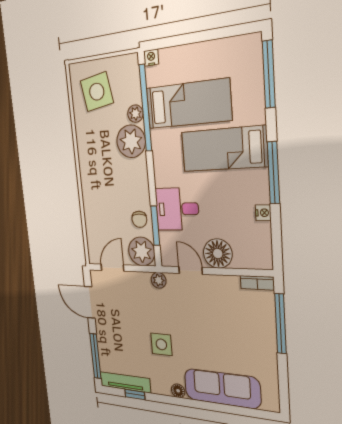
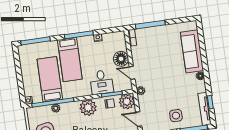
plant: (131, 141) -> (88, 108), moved
door: (191, 270) -> (132, 73), hinge flipped
side table: (161, 344) -> (176, 116), moved

